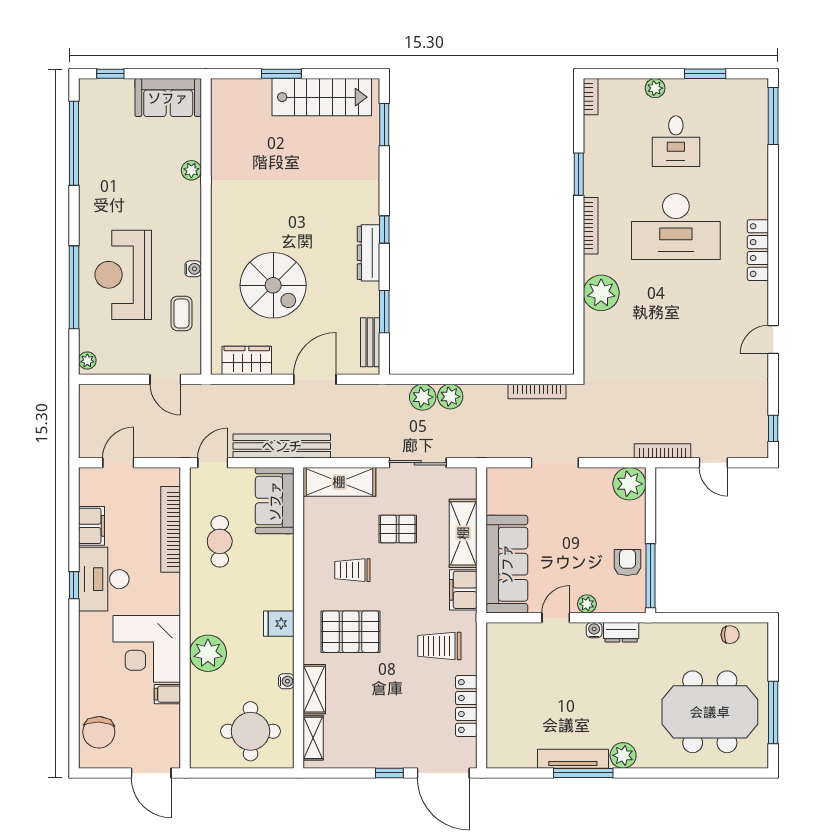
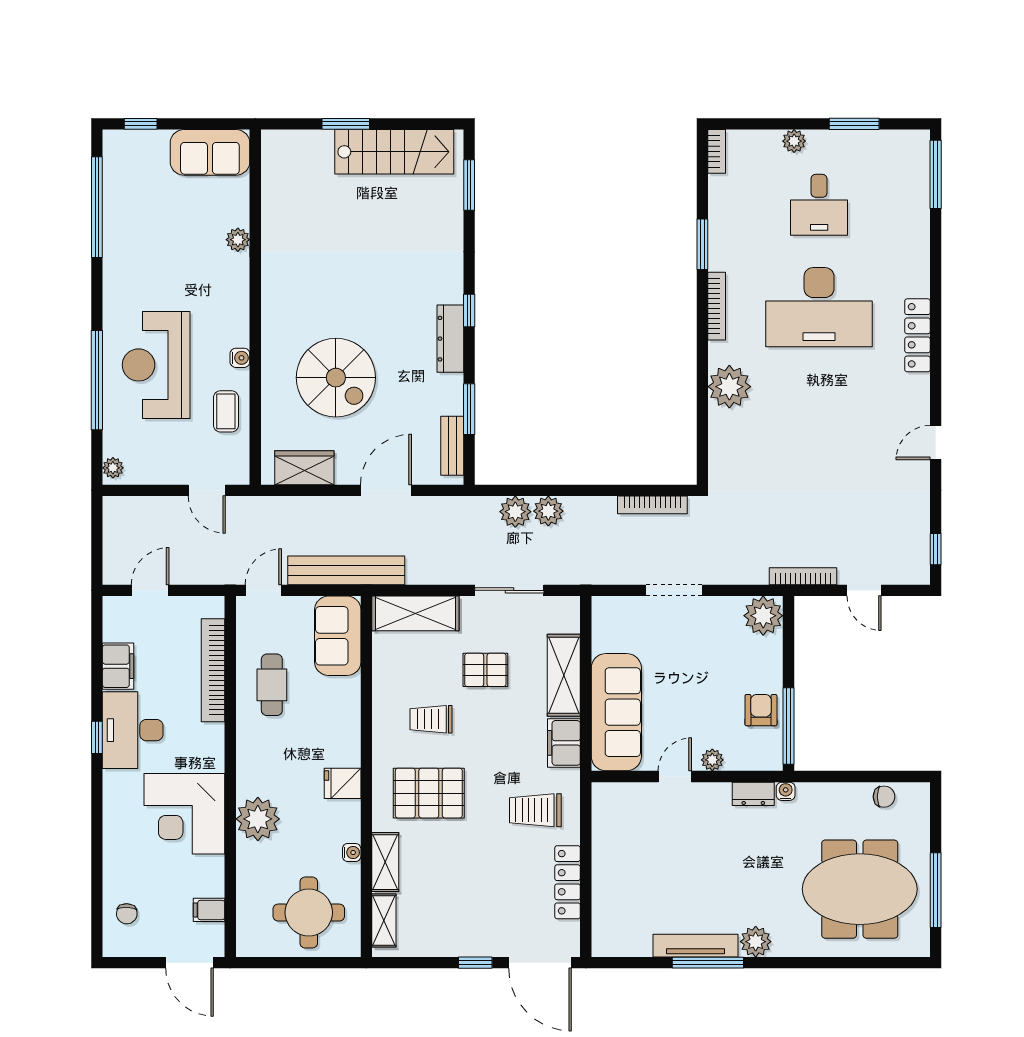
water cooler: (594, 630) -> (786, 791), moved
filing cabinet: (167, 694) -> (209, 910), moved
chair: (99, 732) -> (127, 914), width x0.54, depth x0.54

